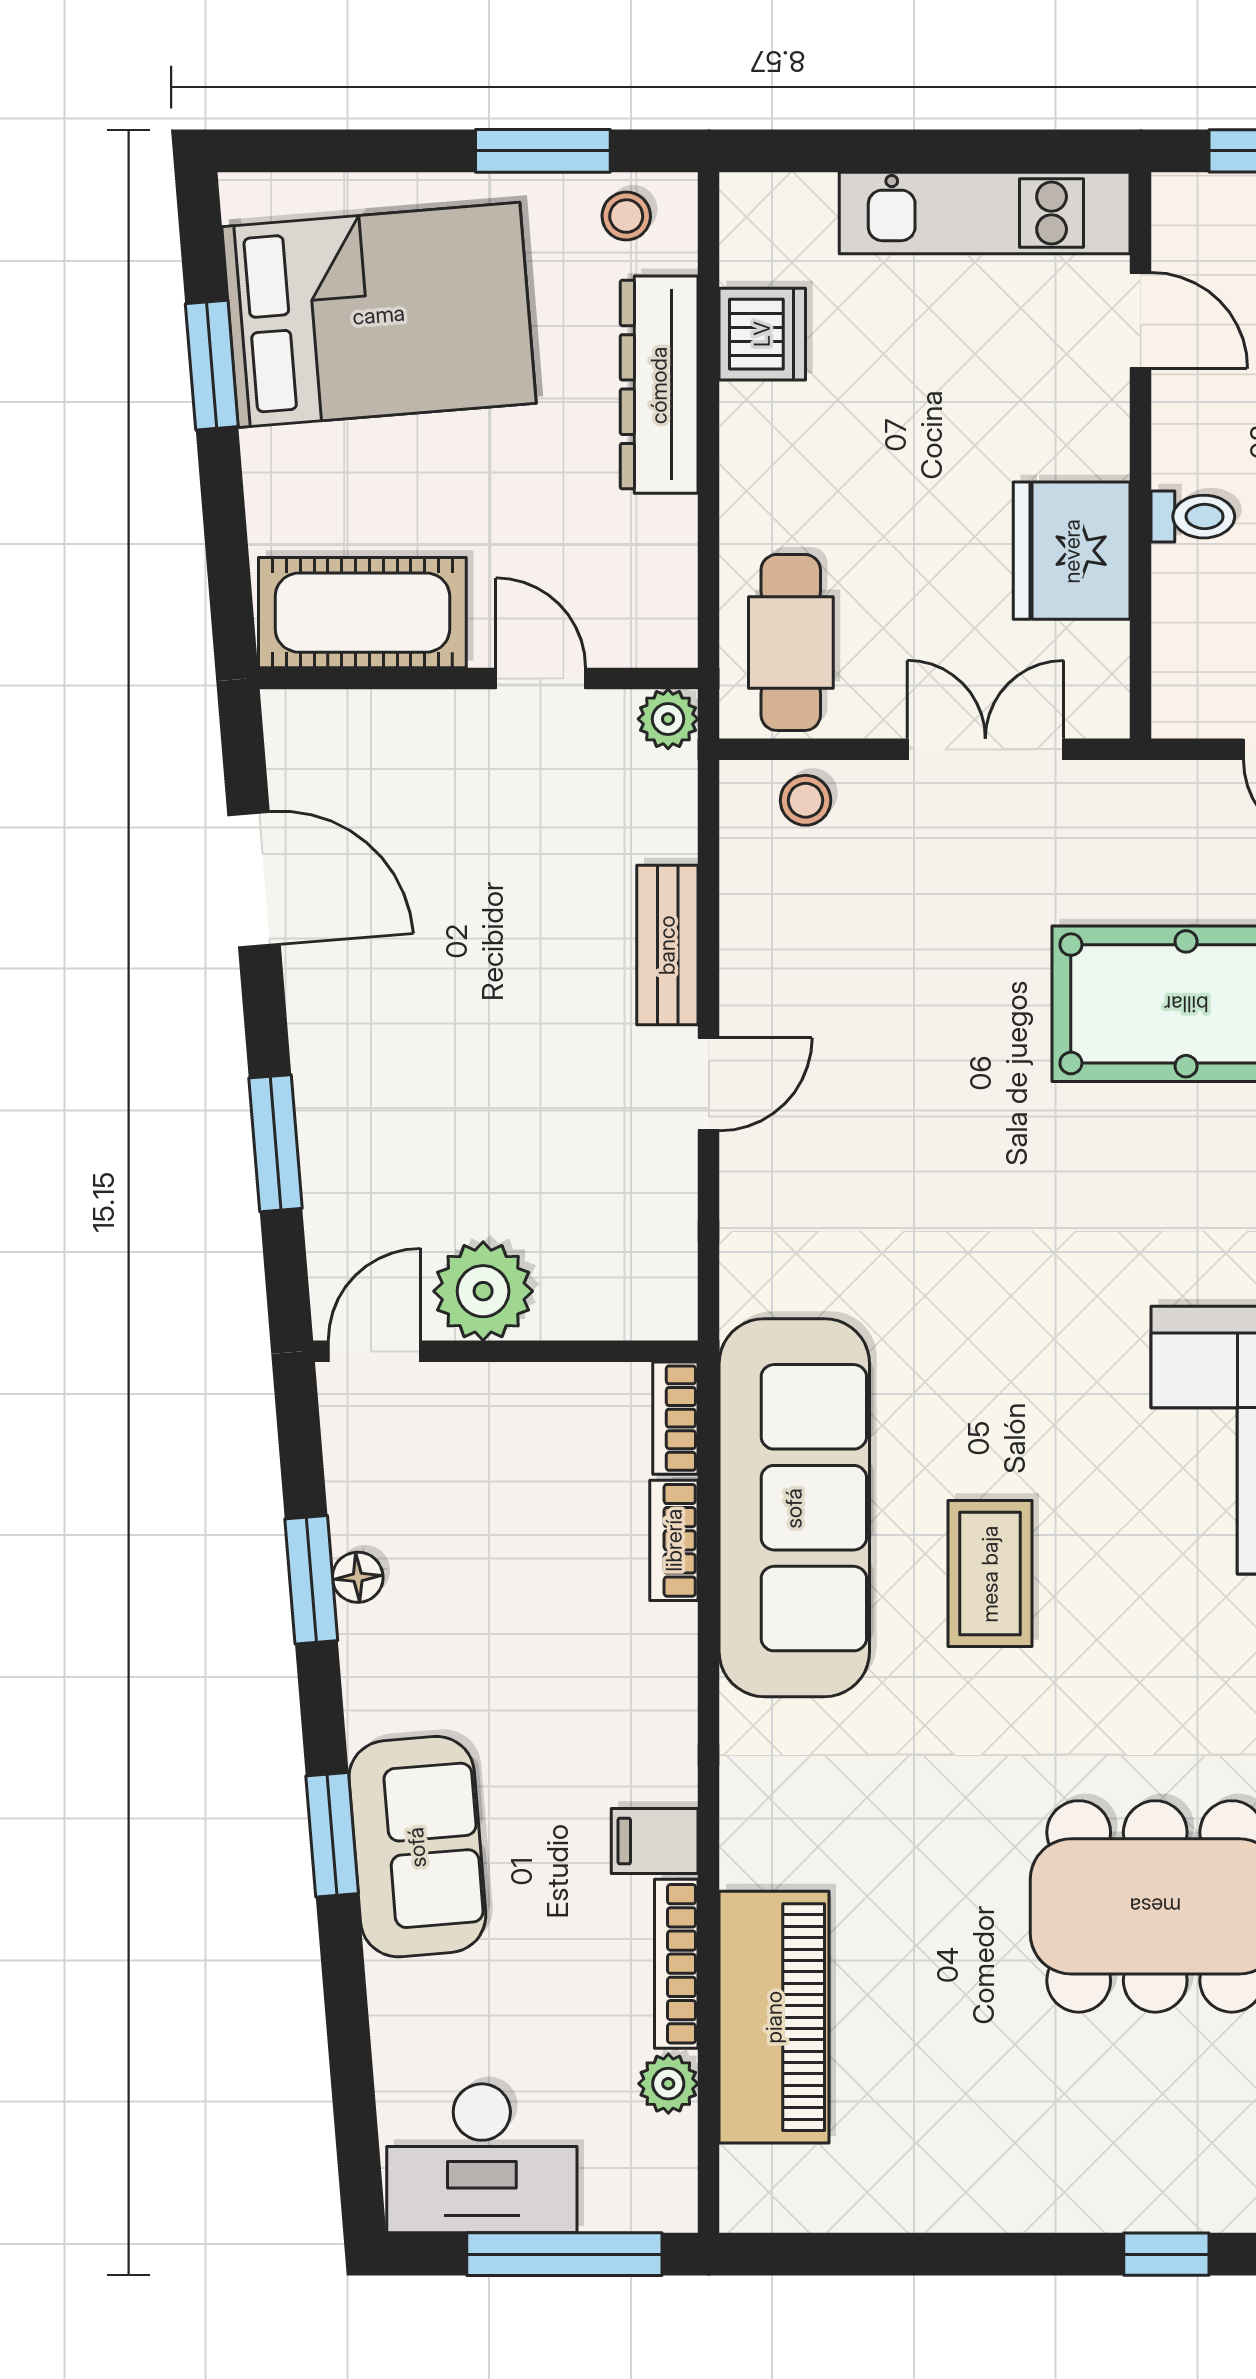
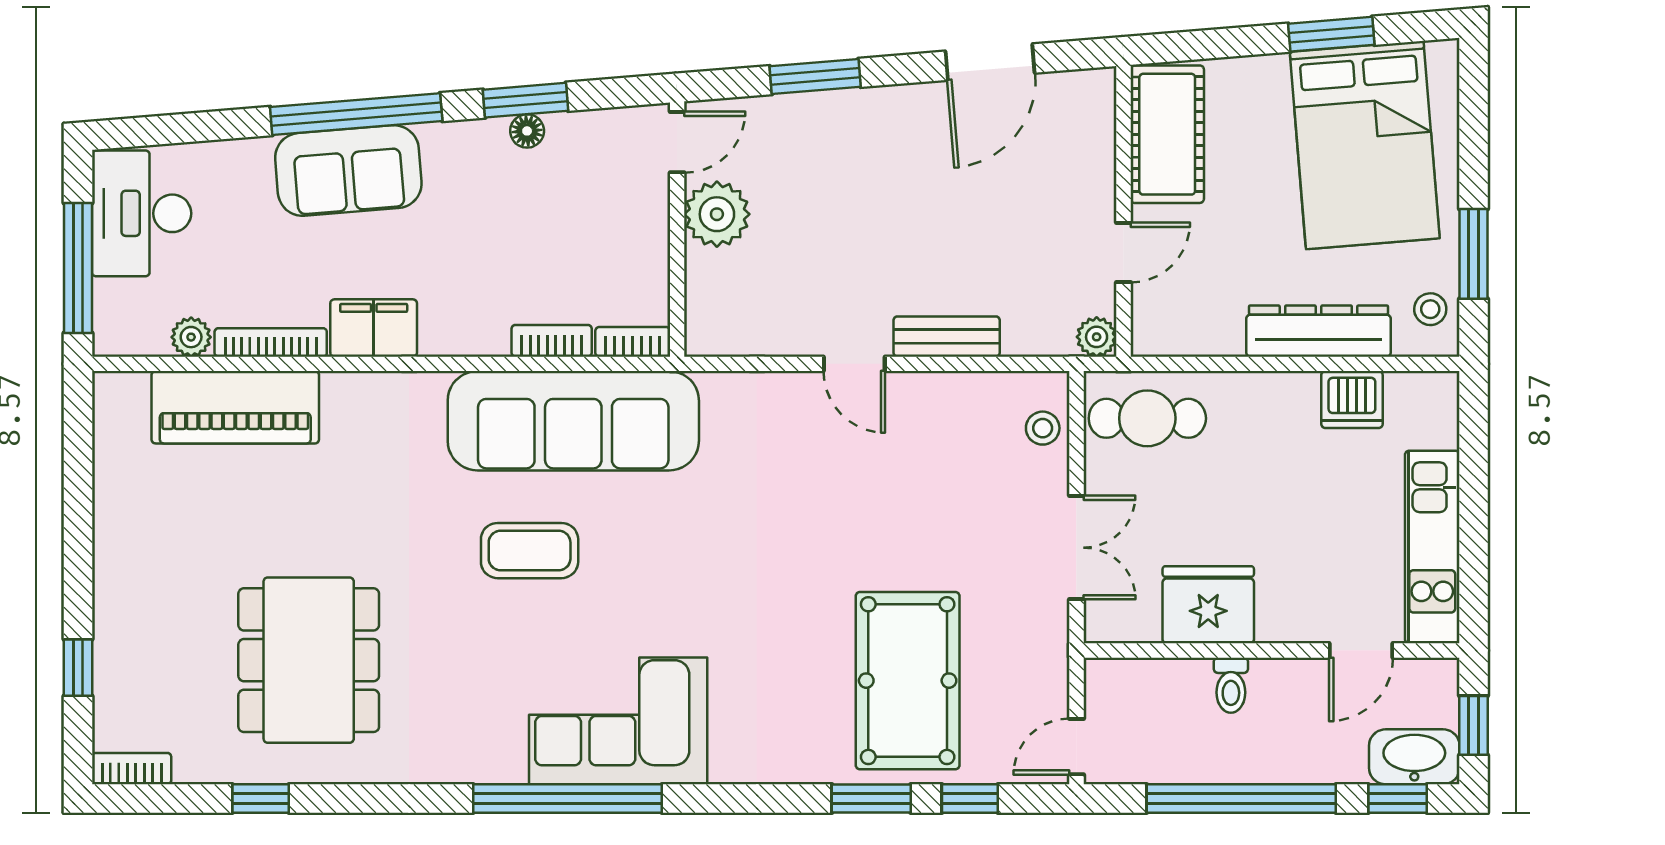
door: (375, 1351) -> (677, 142), hinge flipped
window: (332, 1835) -> (356, 114), width x2.11
filing cabinet: (655, 1841) -> (374, 328), width x2.00

